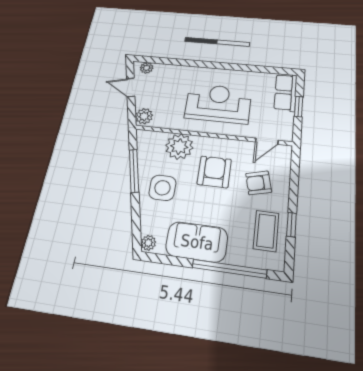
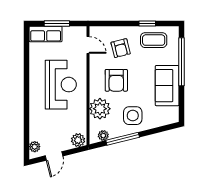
reception desk: (218, 103) -> (61, 85), turned 180
window: (299, 107) -> (57, 24), width x1.50
armchair: (214, 172) -> (116, 80), turned -90
plant: (148, 243) -> (103, 135), moved

